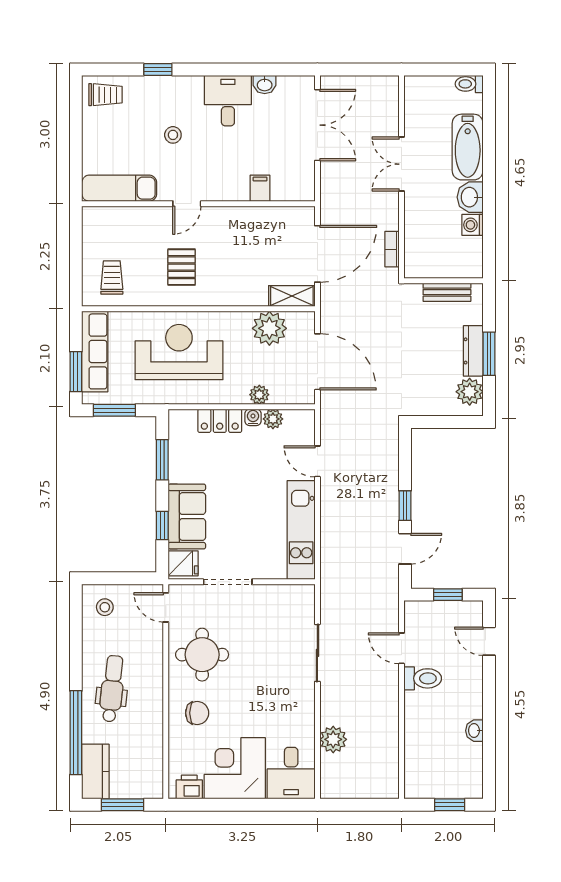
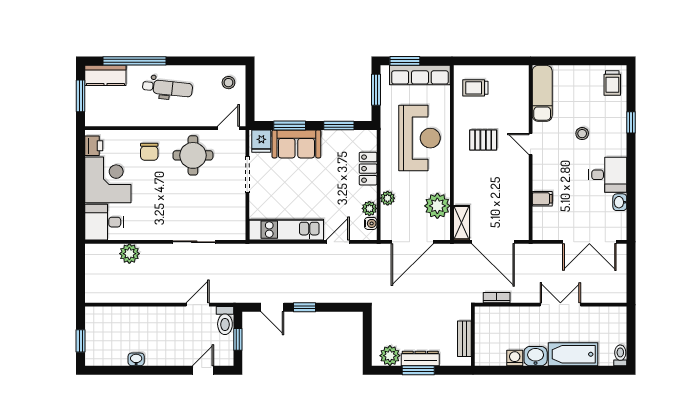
trolley: (112, 277) -> (475, 88), turned 180
water cooler: (253, 417) -> (371, 223), moved
window: (162, 526) -> (290, 126), width x1.50
toilet: (423, 678) -> (225, 321), moved

